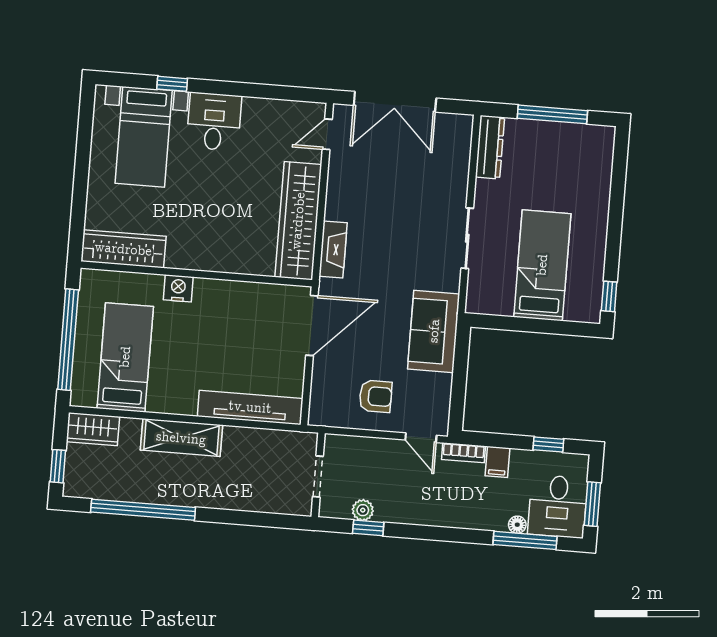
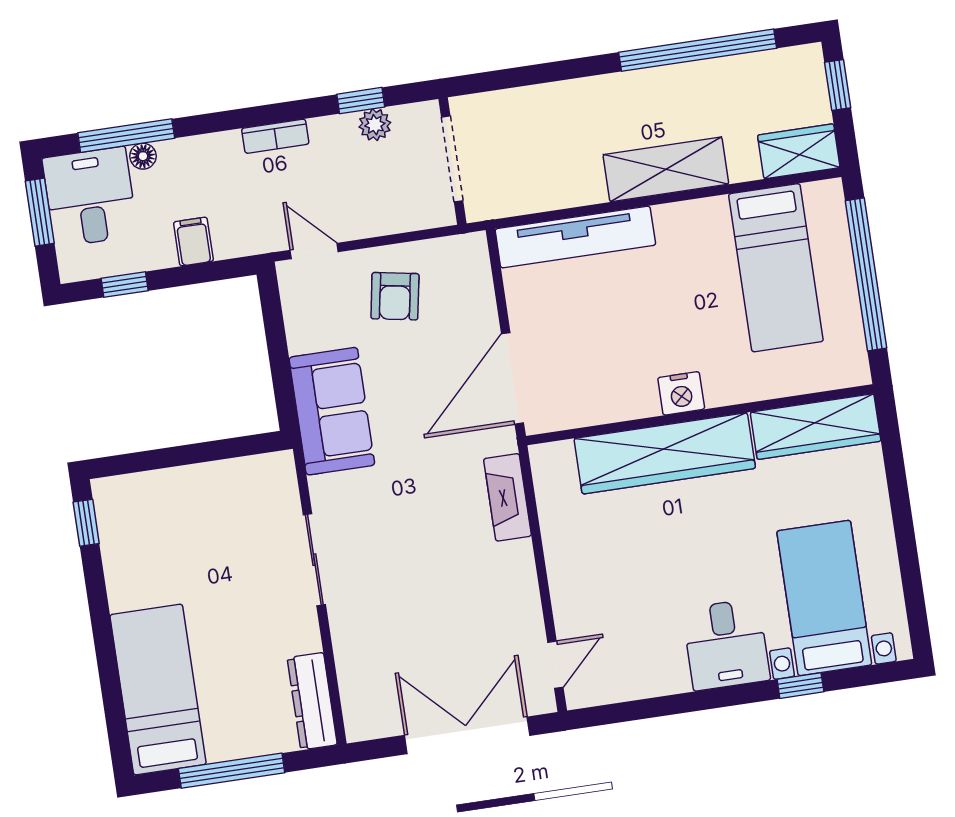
wardrobe: (298, 221) -> (665, 453), moved, turned 90
bed: (542, 265) -> (158, 690), moved, turned 180
nightstand: (178, 288) -> (681, 393), moved
armchair: (376, 396) -> (395, 296), turned -80
bookcase: (463, 453) -> (275, 136), moved, turned 180
doorway: (318, 476) -> (452, 159), width x1.38

